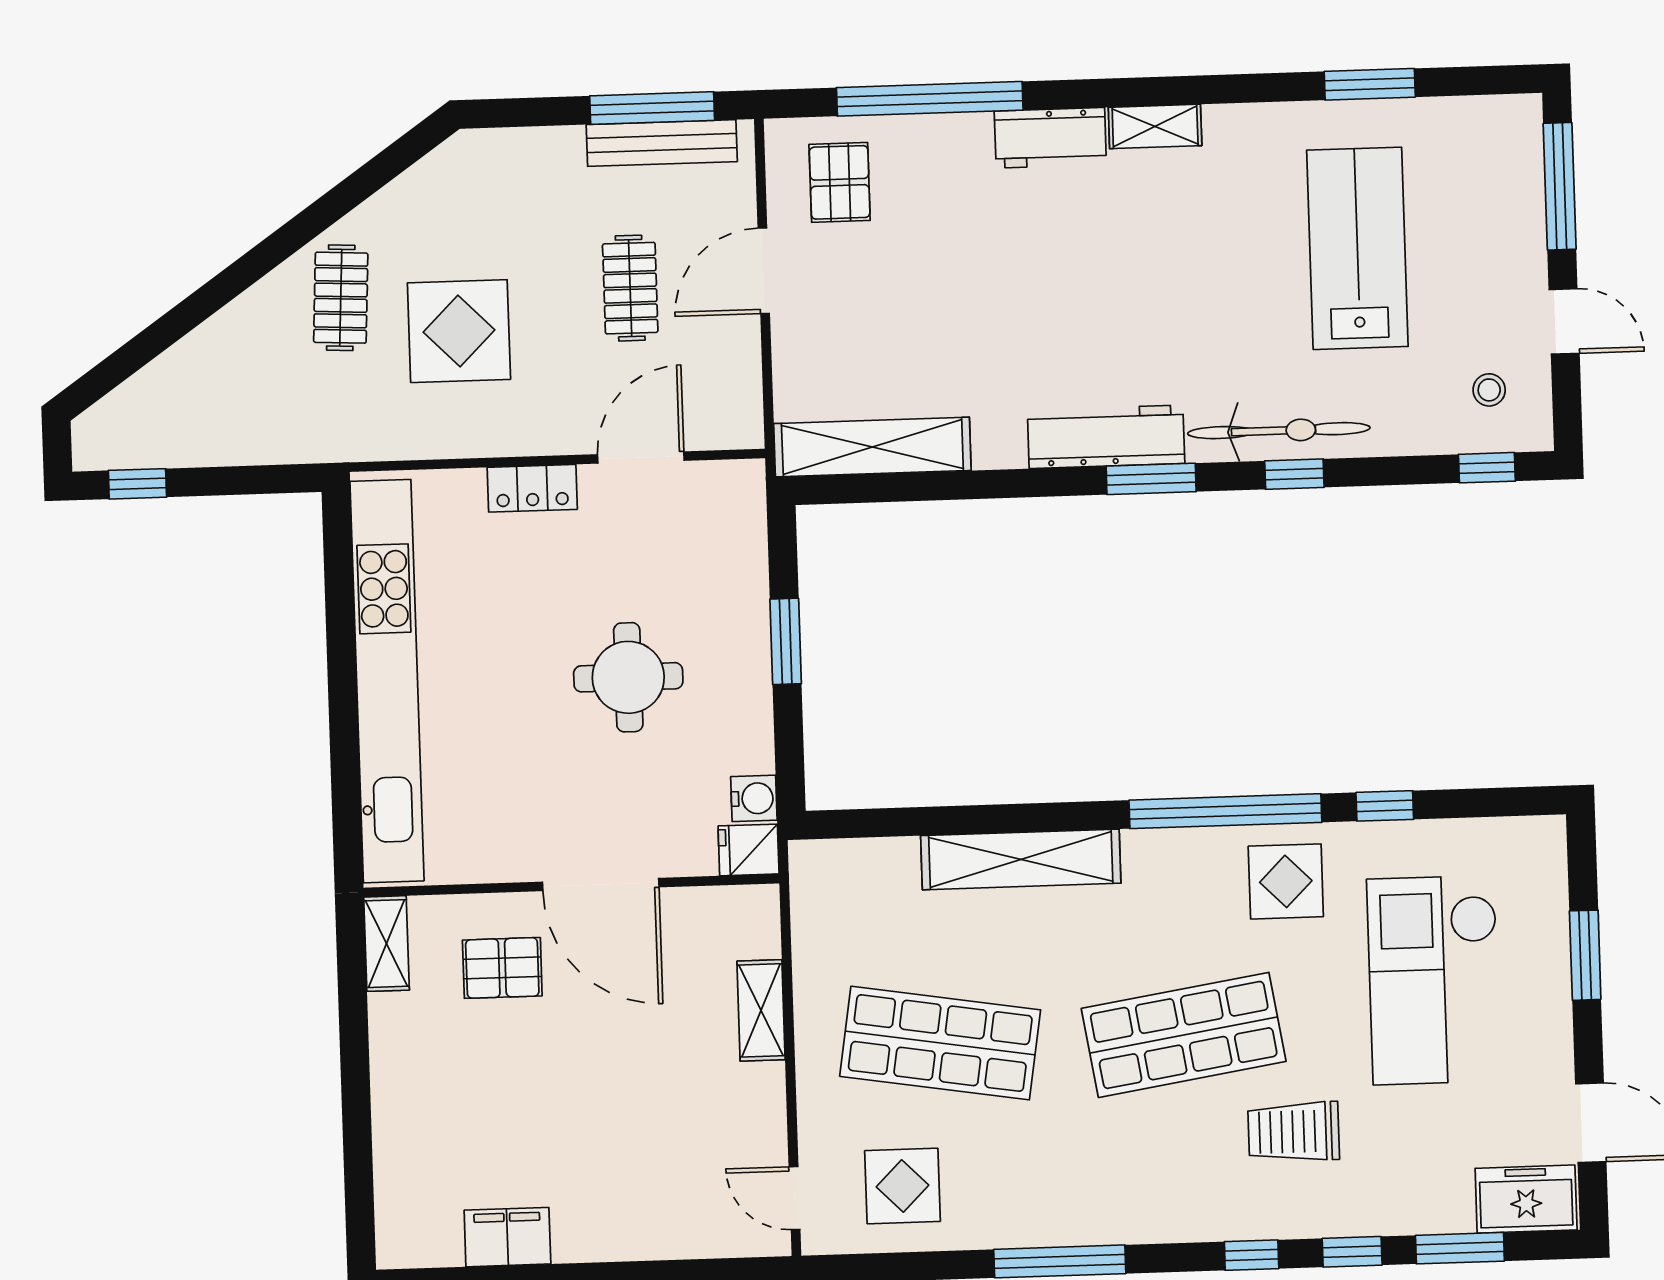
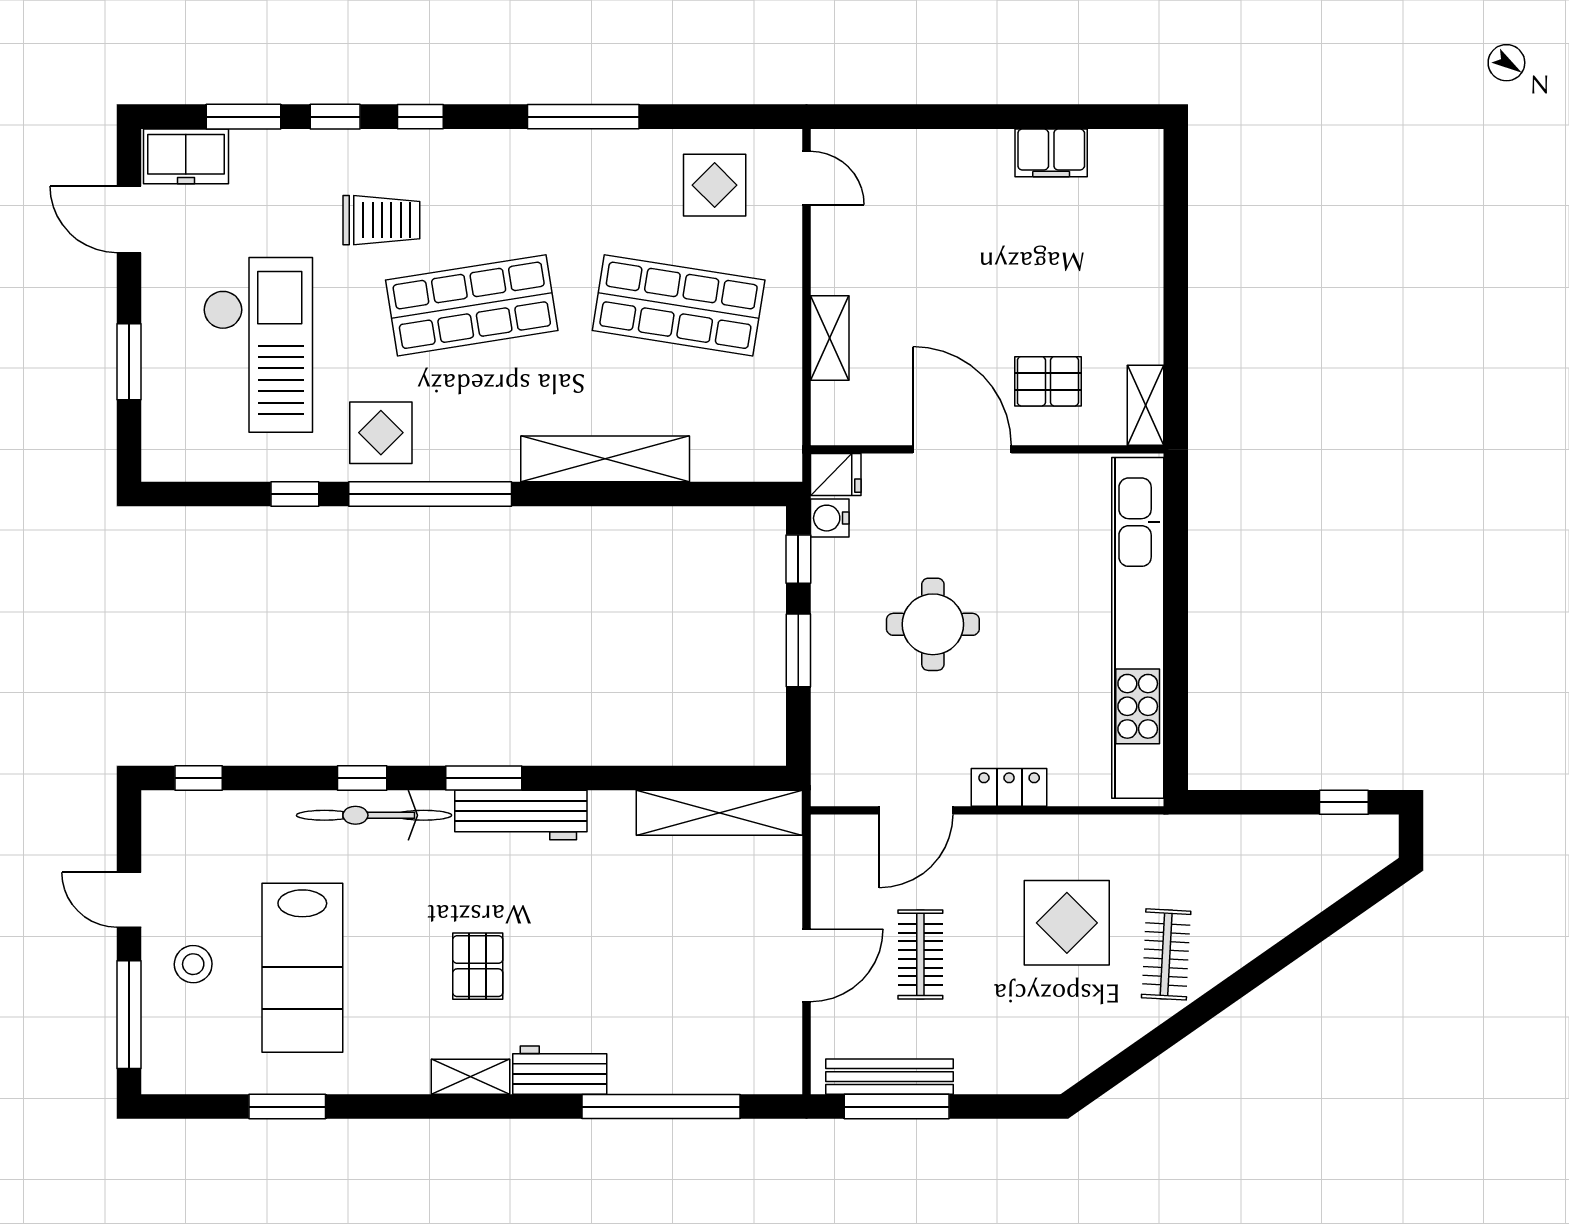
pallet: (840, 182) -> (478, 966), moved
stool: (1489, 390) -> (193, 964), moved, width x1.37, depth x1.37
window: (789, 749) -> (798, 559), added

